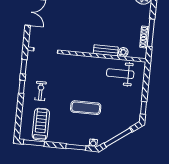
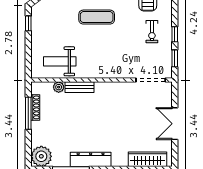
weight bench: (120, 74) -> (60, 61), turned 180

